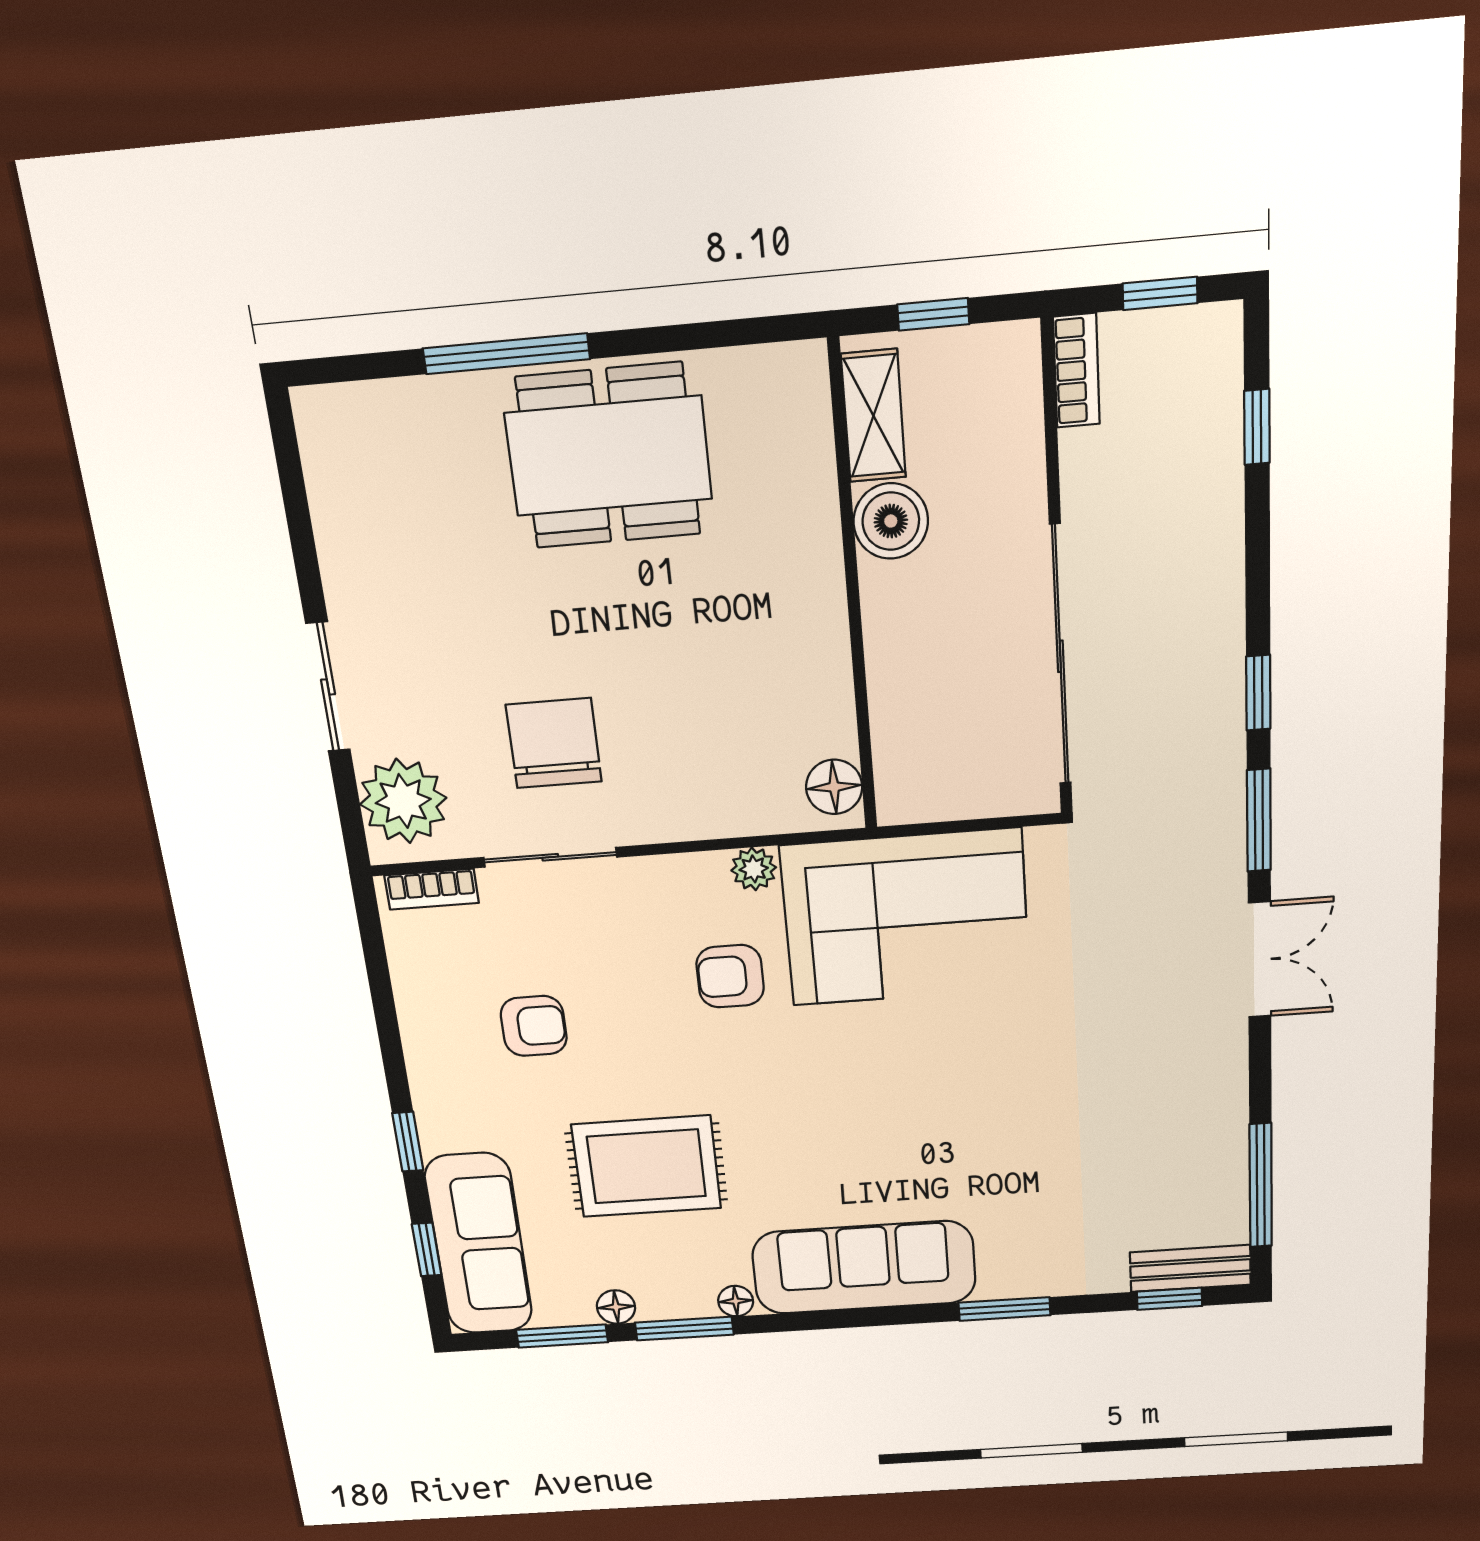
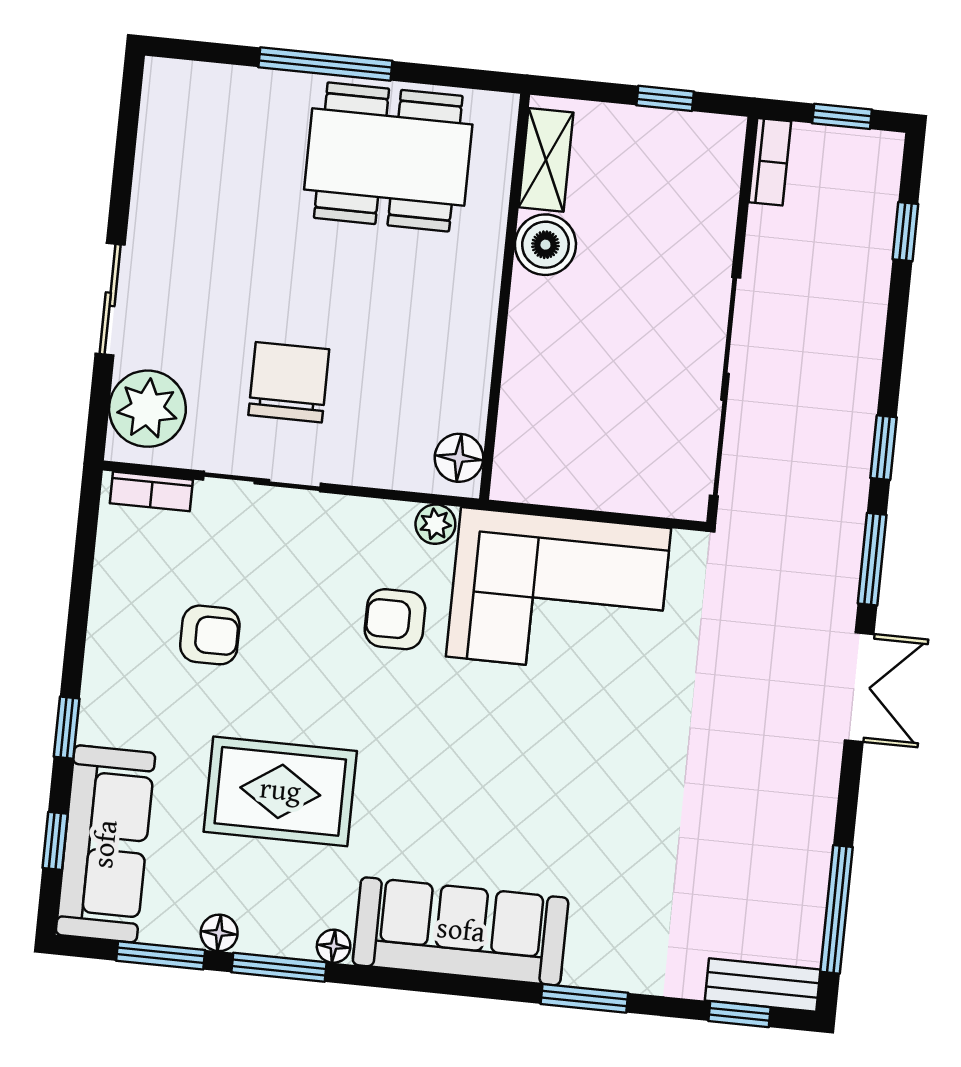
shelving: (873, 416) -> (546, 160), moved
boiler: (891, 521) -> (545, 245), moved
wall: (853, 593) -> (505, 297), moved
floor lamp: (834, 787) -> (459, 458), moved

